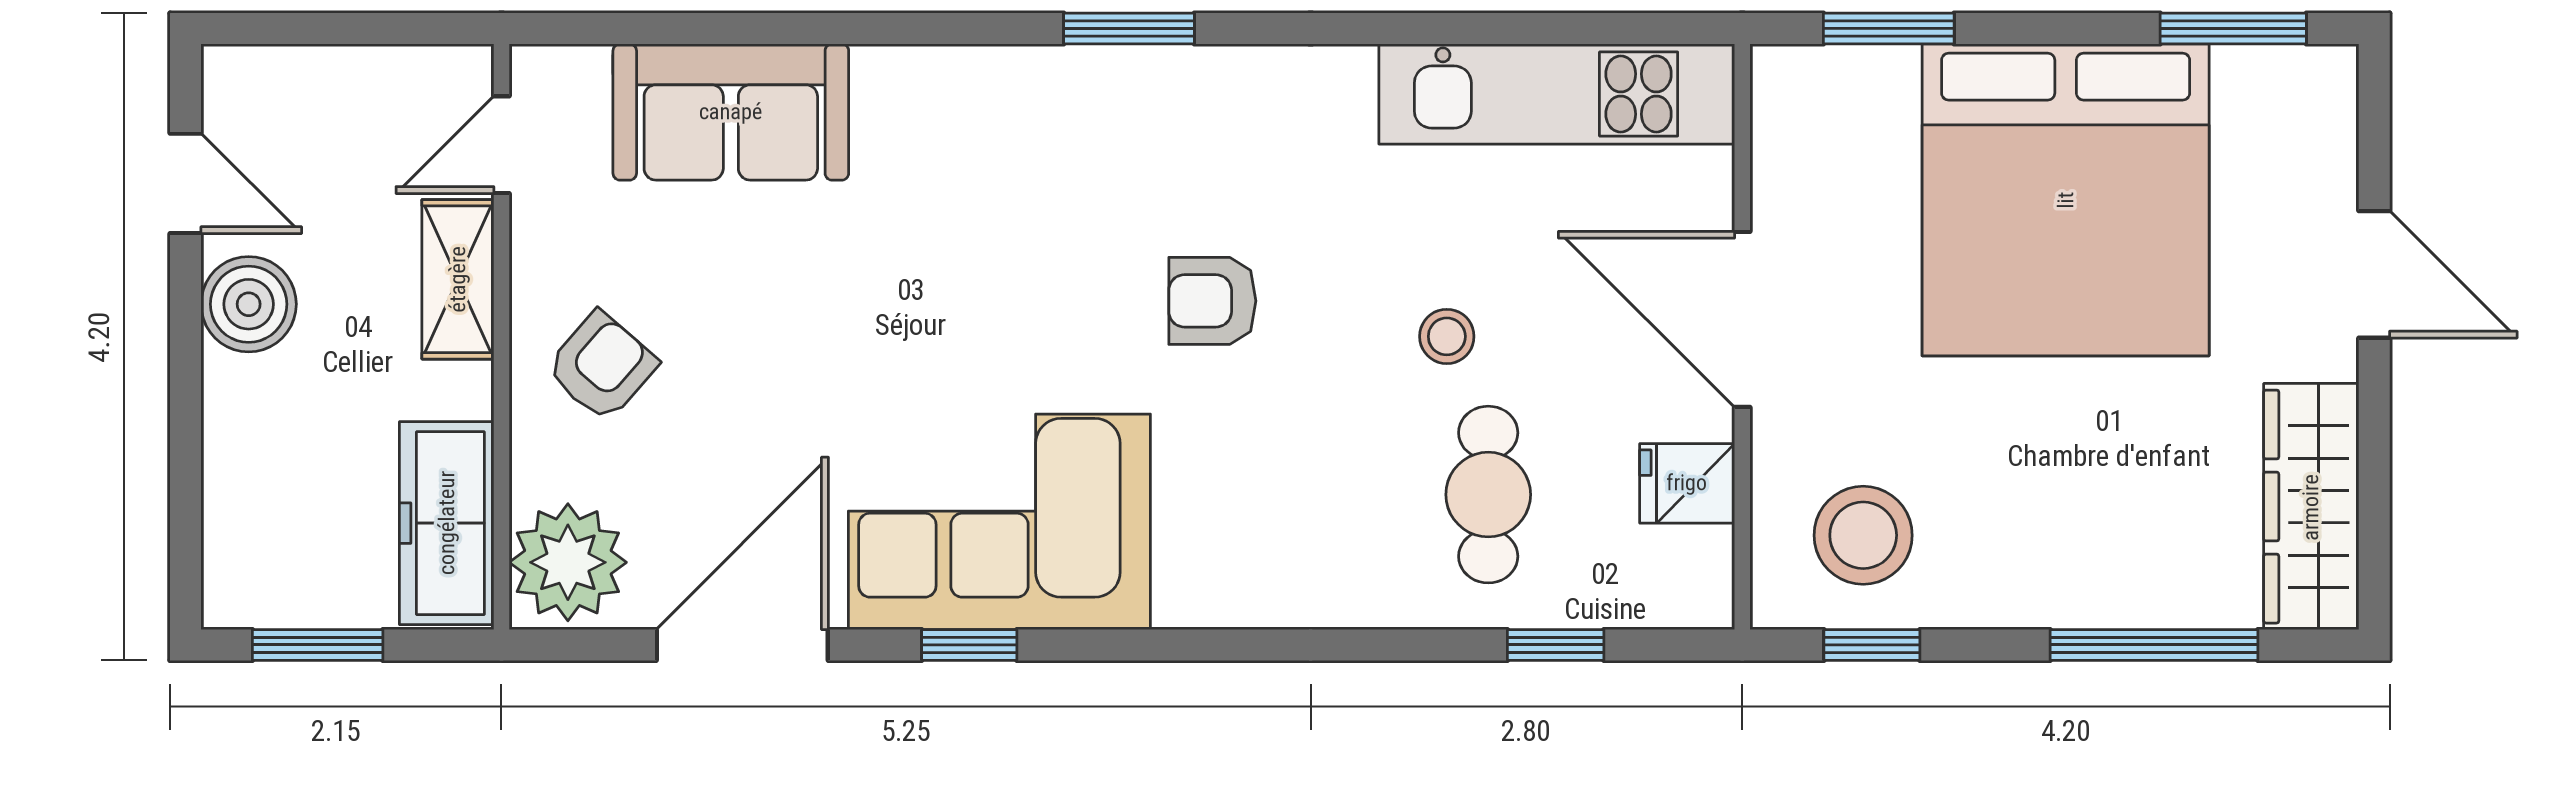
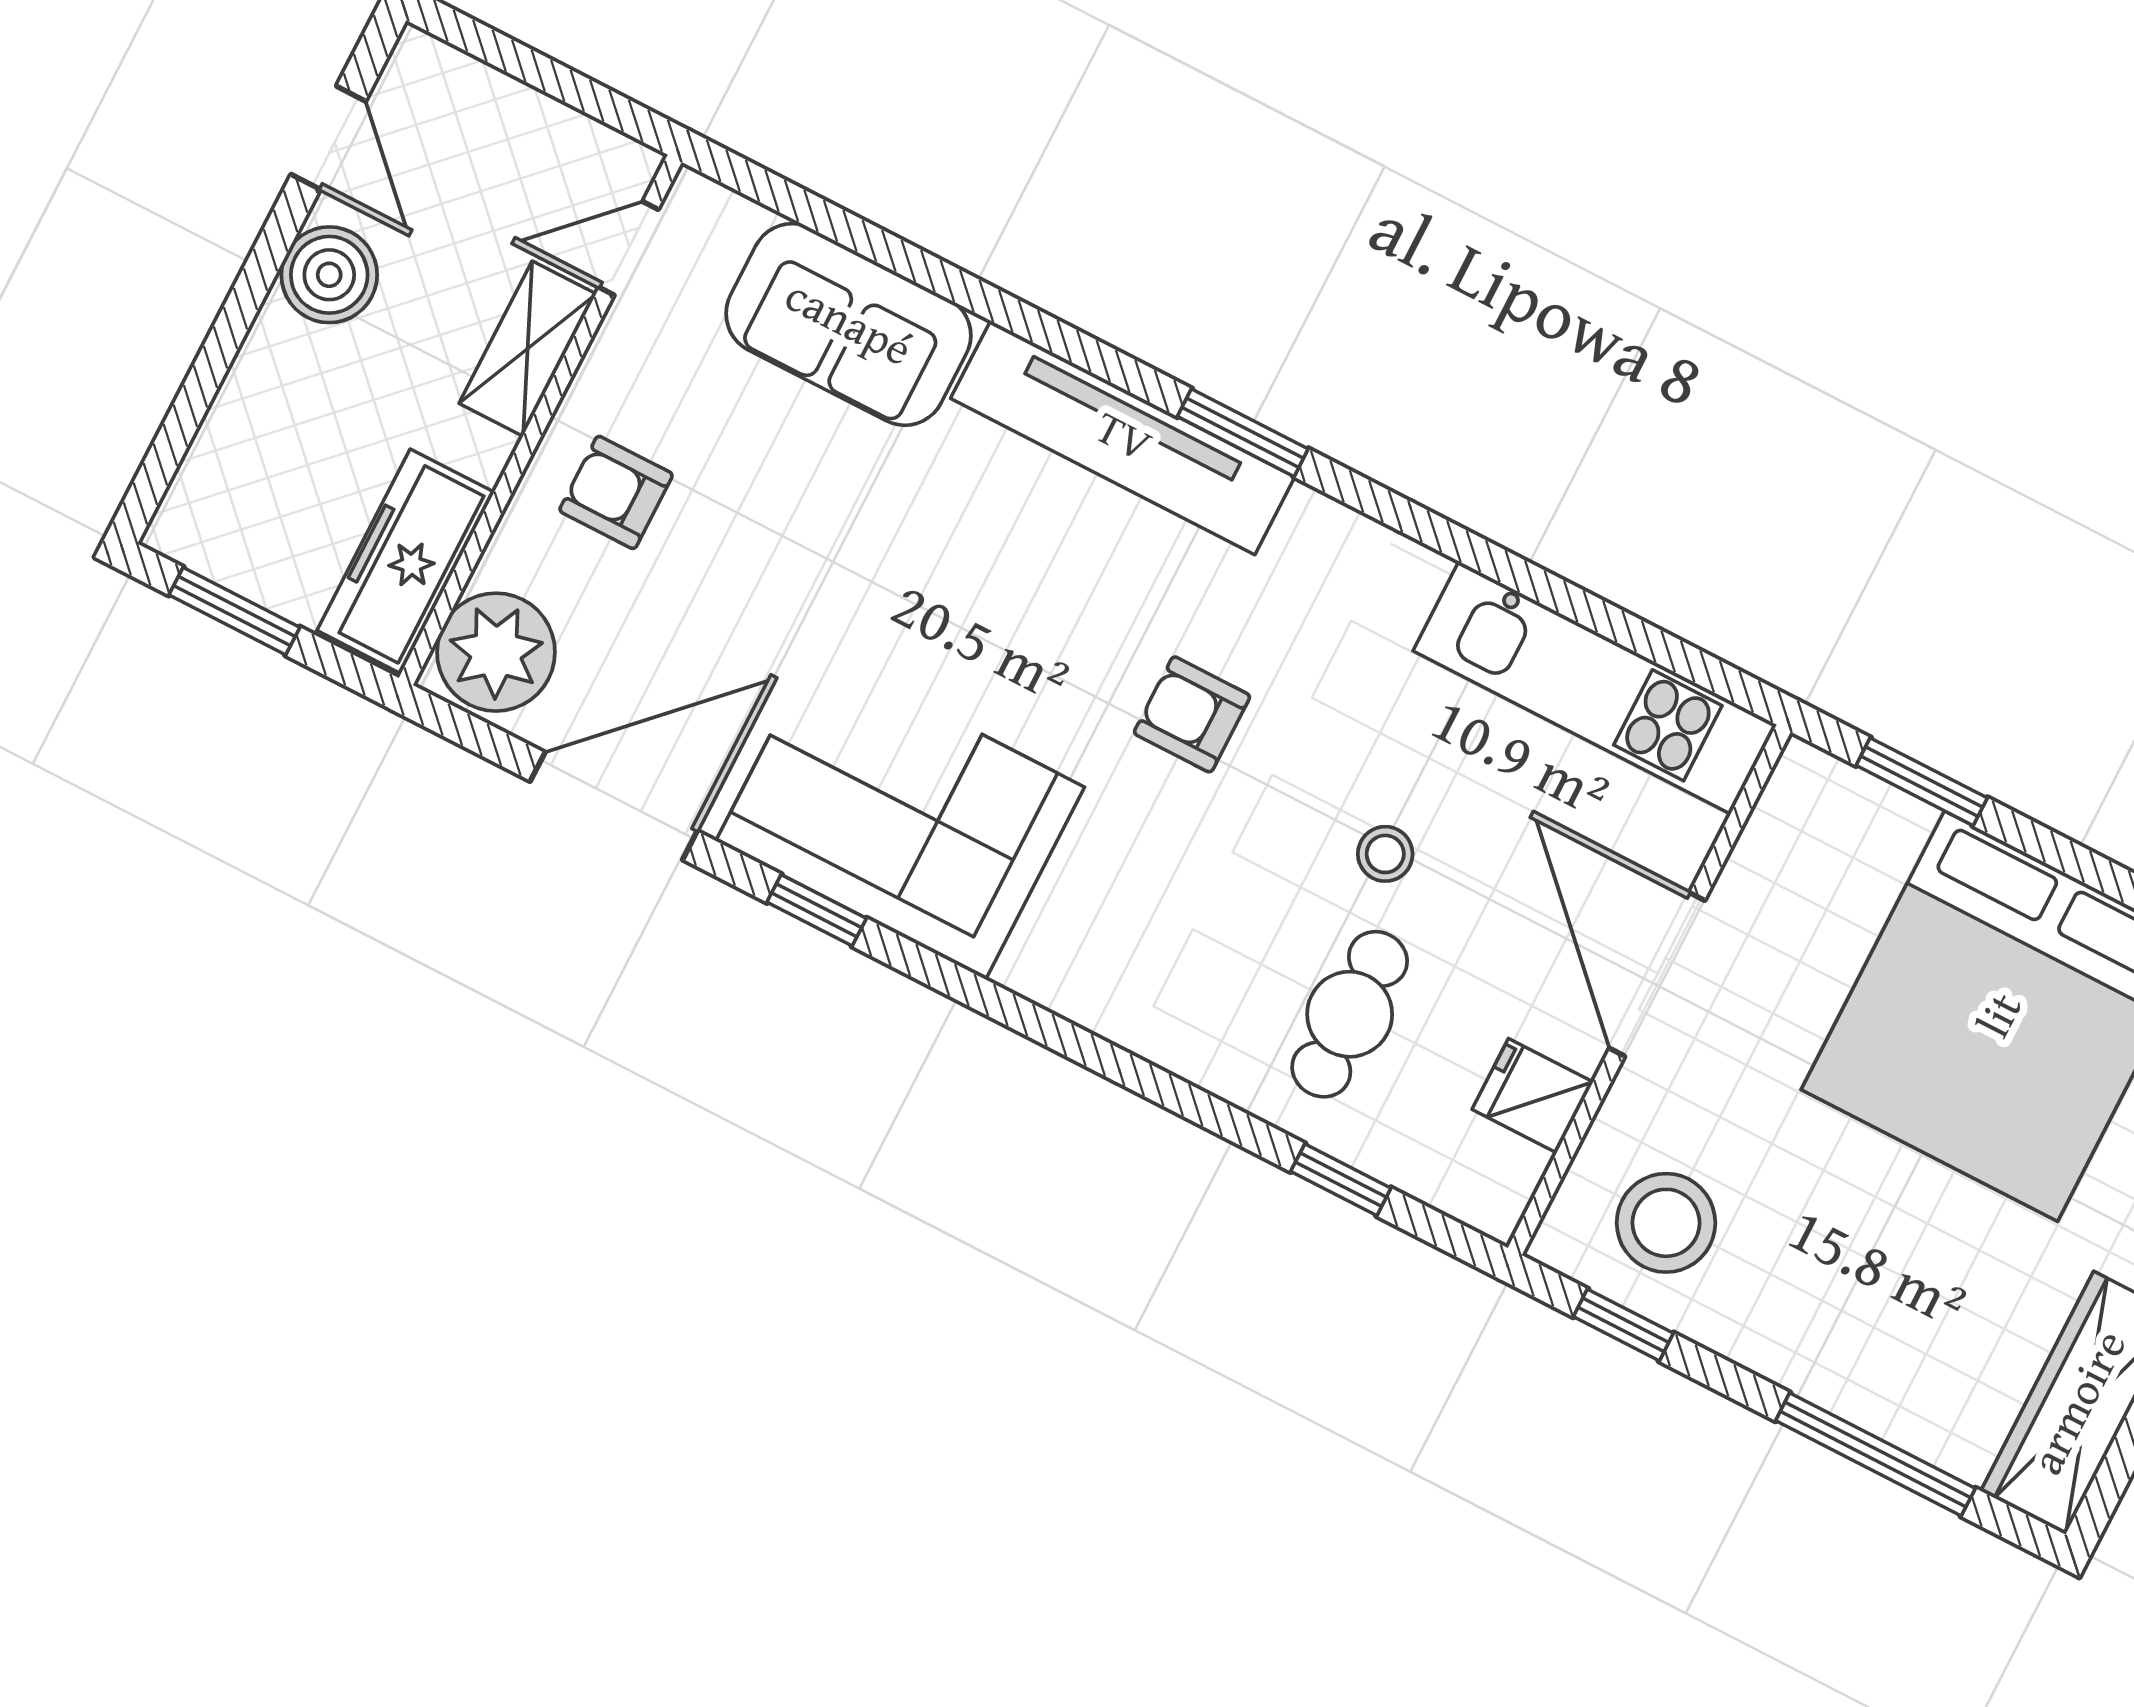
tv unit: (1025, 87) -> (1123, 438), added
armchair: (602, 366) -> (616, 492), turned -131

